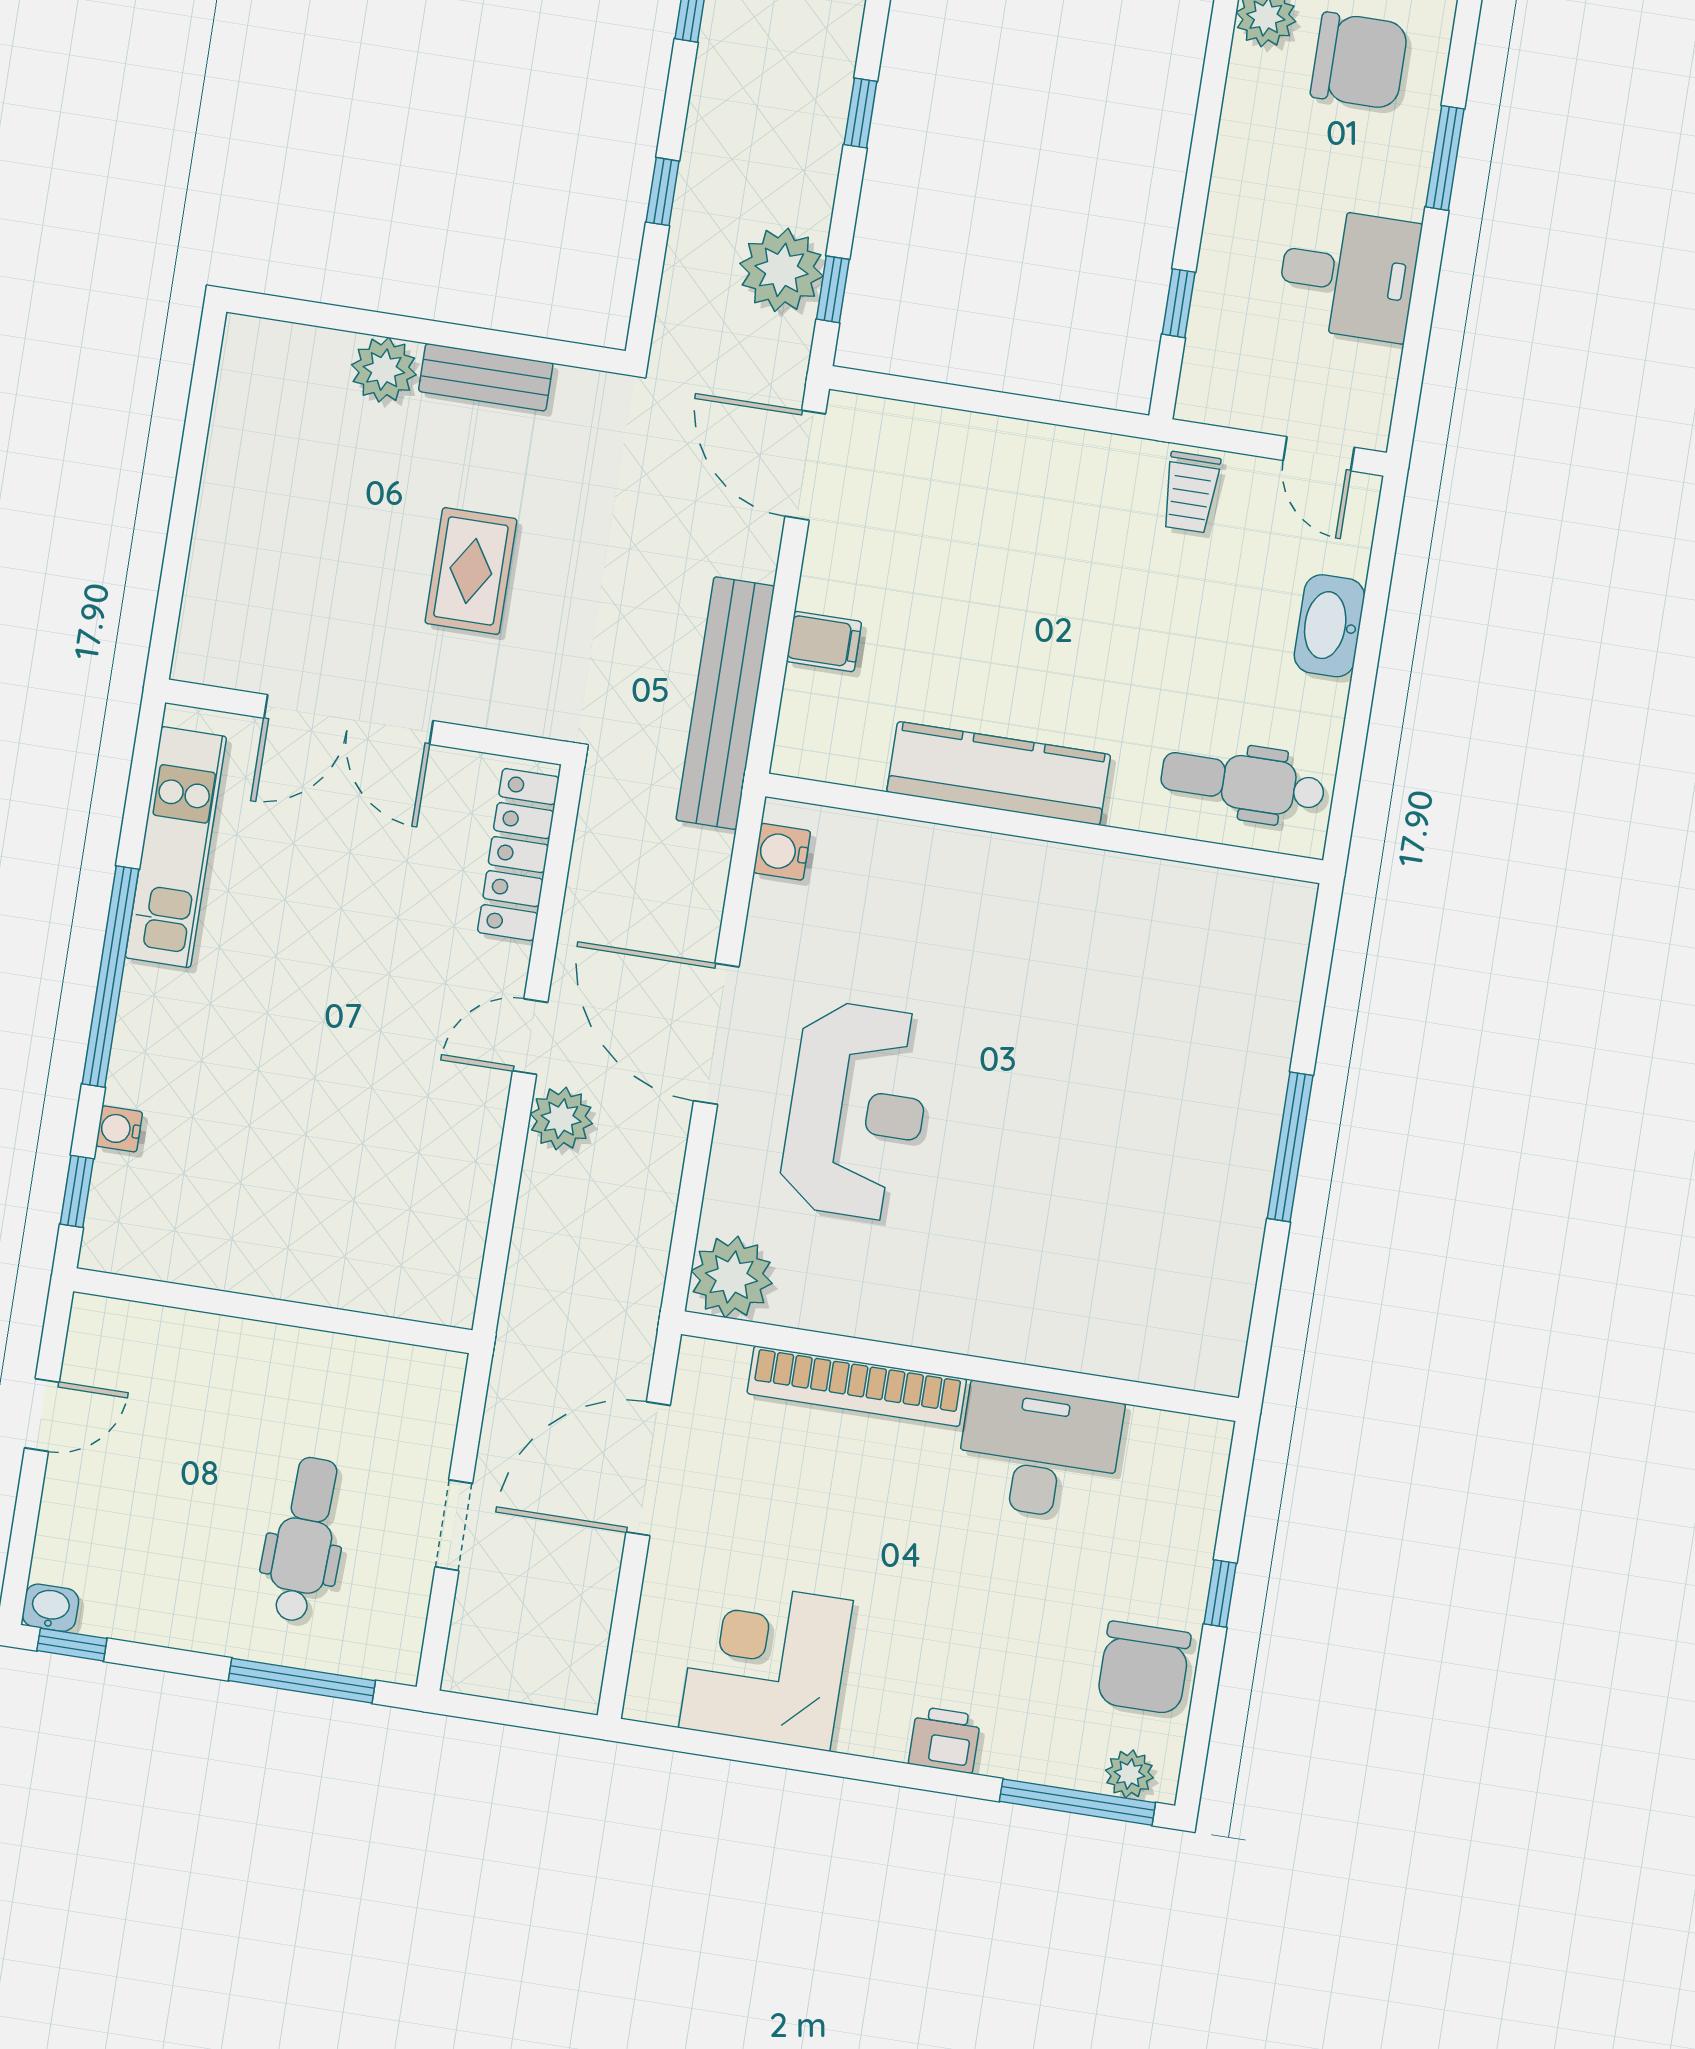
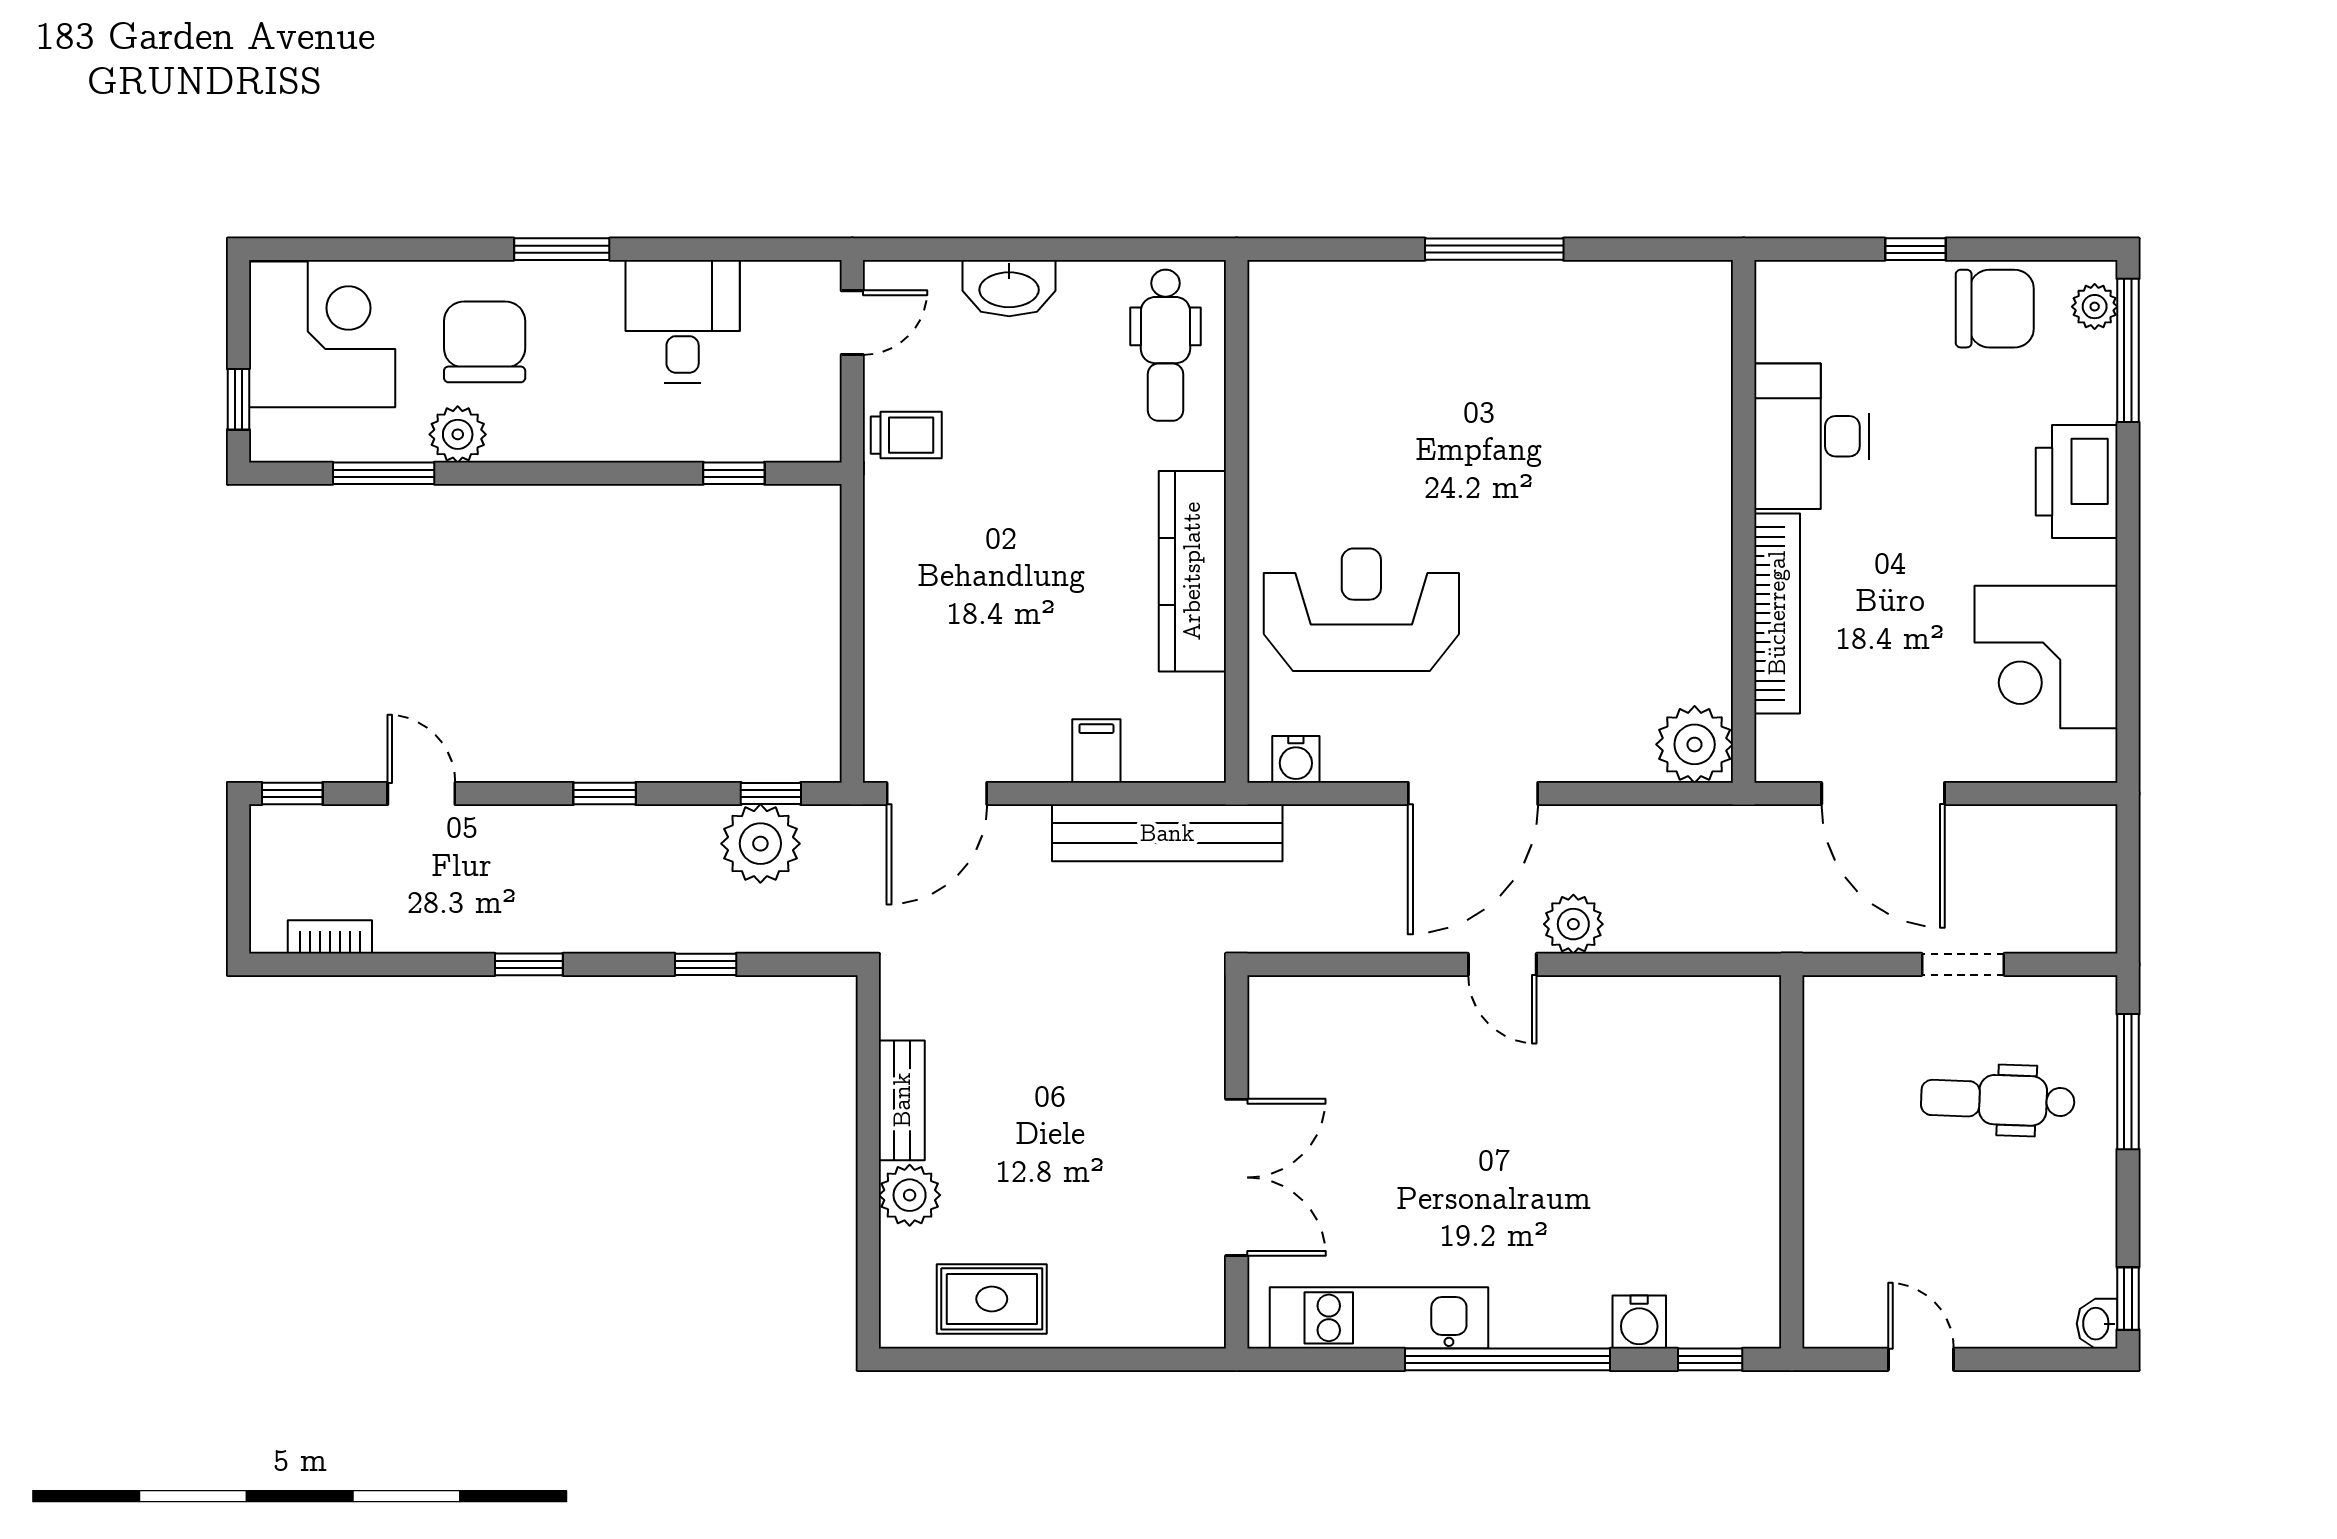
rug: (471, 571) -> (992, 1299), moved
locker: (518, 855) -> (1337, 1002), removed
reception desk: (857, 1111) -> (1361, 610), moved
water cooler: (119, 1129) -> (1639, 1322), width x1.38, depth x1.38
printer: (945, 1740) -> (2077, 482), width x1.87, depth x1.48

